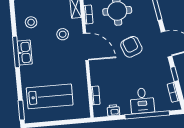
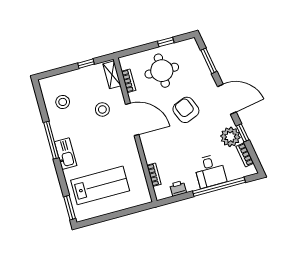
kitchen sink: (25, 53) -> (66, 154), moved
plant: (164, 75) -> (230, 137), added

